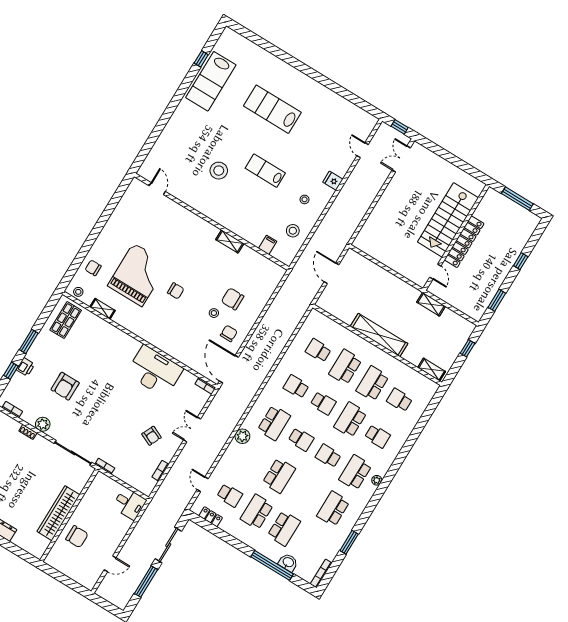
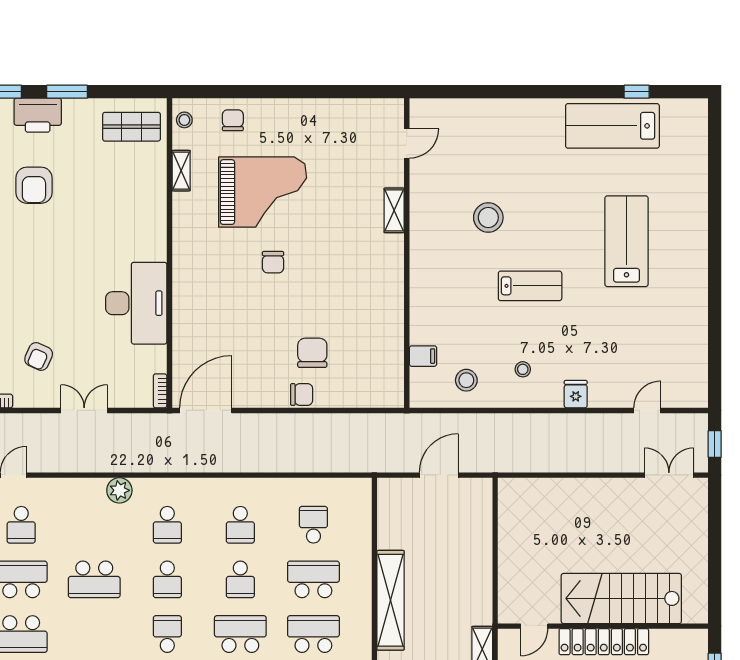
lab bench: (265, 171) -> (530, 286), turned 90
shelving: (230, 242) -> (394, 210), moved
stool: (214, 313) -> (275, 338), removed
chair: (229, 333) -> (302, 394), moved
printer: (25, 367) -> (38, 115), width x1.87, depth x1.48
armchair: (65, 386) -> (34, 185), turned -90
school desk: (296, 387) -> (240, 525), turned 180
school desk: (274, 423) -> (167, 525), width x0.54

